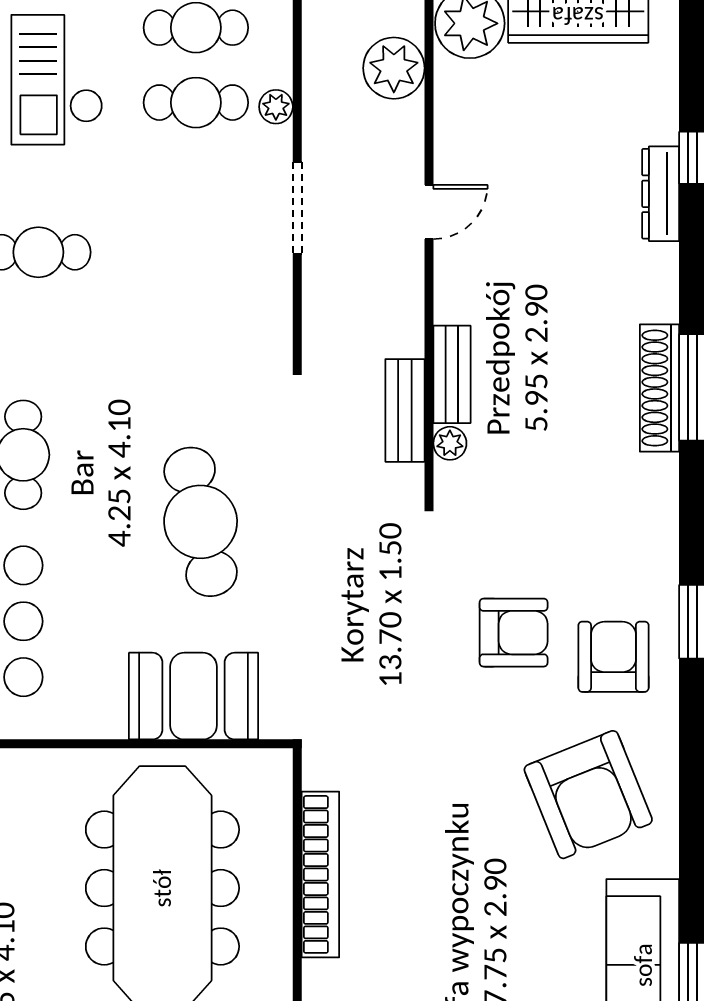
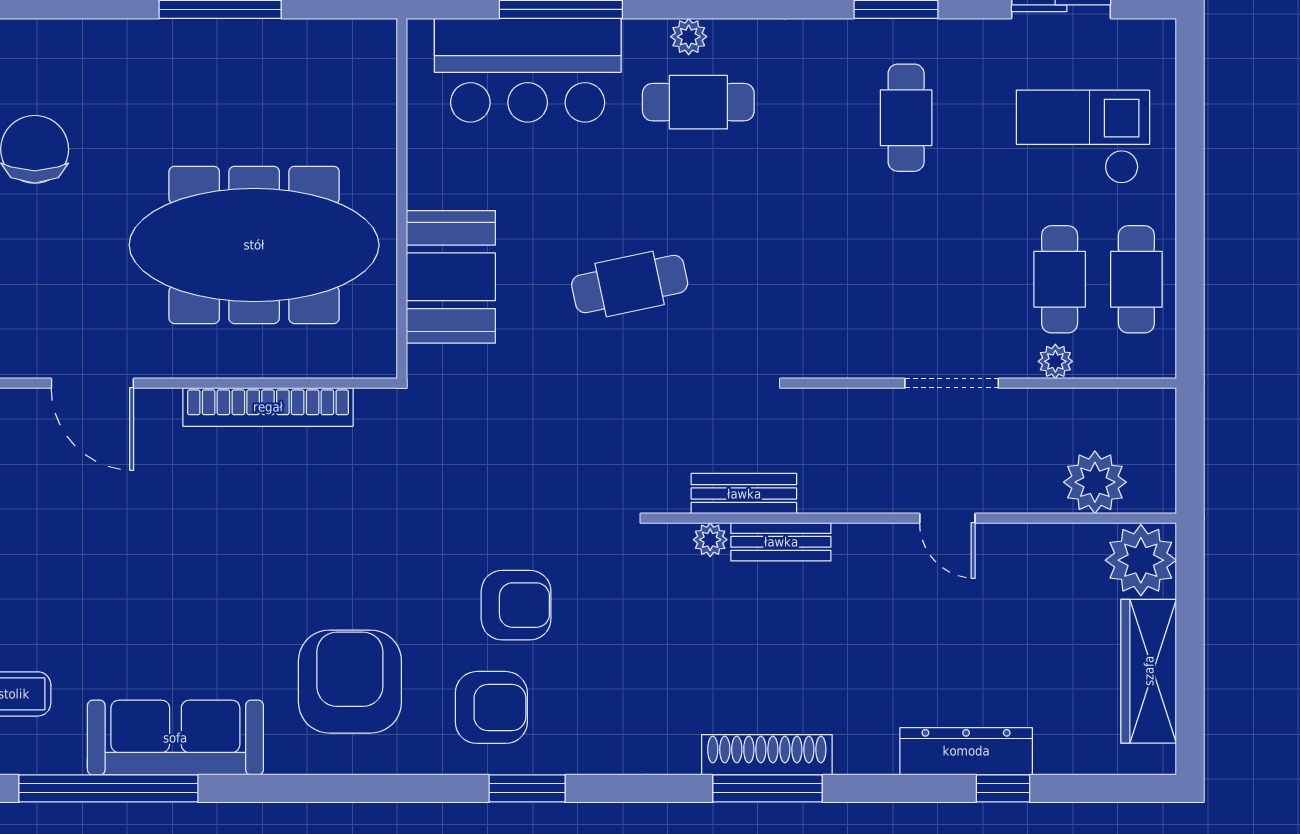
dresser: (661, 194) -> (966, 751), width x1.37, depth x1.24
cafe table: (201, 522) -> (630, 284), width x0.73, depth x0.74
armchair: (514, 633) -> (516, 605), turned -90
armchair: (588, 795) -> (350, 682), turned 112

